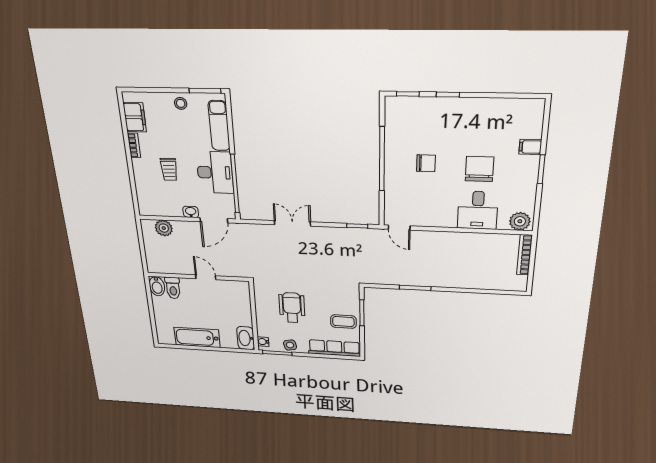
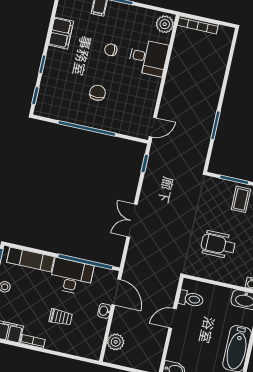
filing cabinet: (490, 109) -> (61, 33), added
chair: (480, 169) -> (111, 50), width x0.54, depth x0.54
toilet: (173, 288) -> (191, 299), moved

